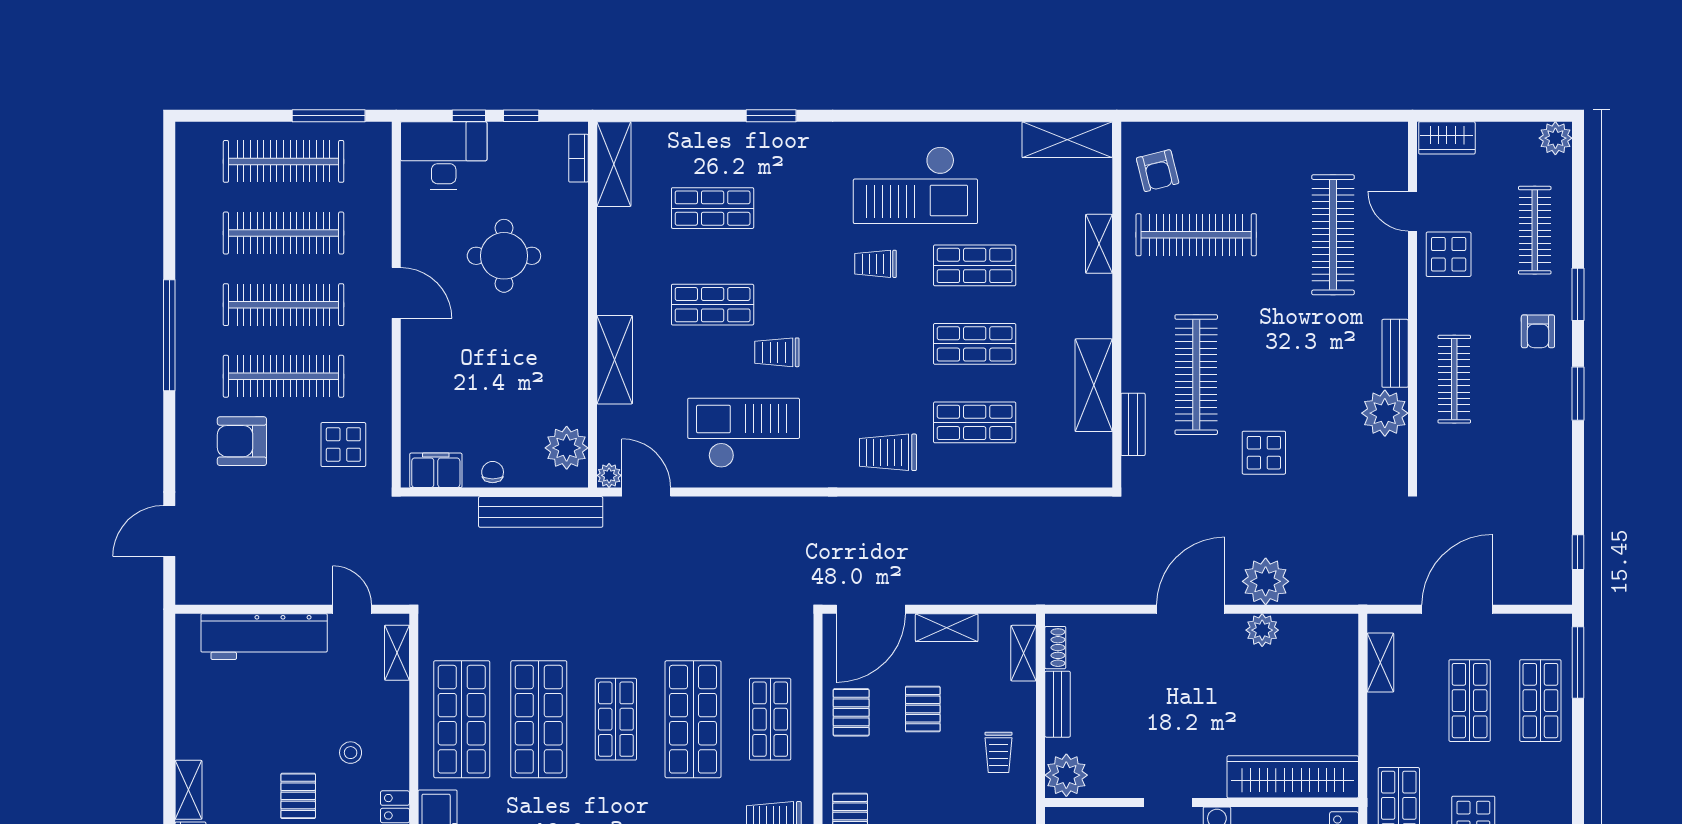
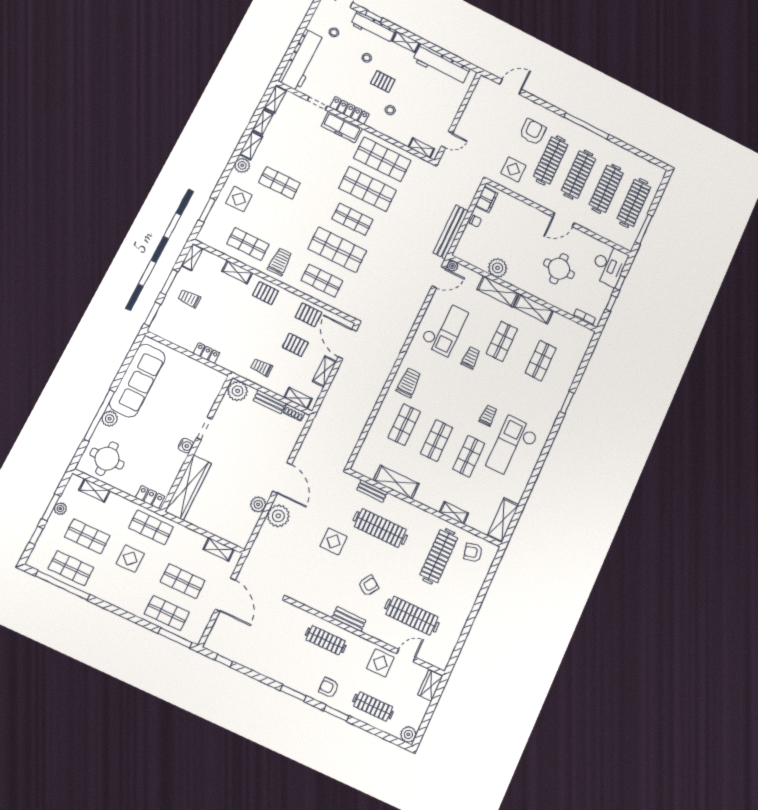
shelving: (614, 164) -> (534, 309), moved
armchair: (1315, 346) -> (369, 586), added
plant: (1385, 413) -> (325, 602), removed
plant: (567, 448) -> (498, 268), moved
door: (169, 531) -> (511, 87), hinge flipped
workbench: (264, 637) -> (441, 65), moved, turned -90

